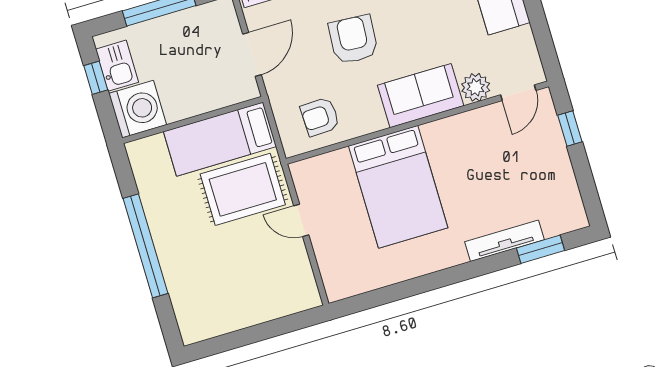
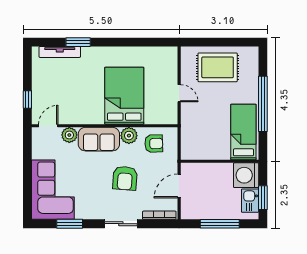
window: (96, 78) -> (263, 198), width x1.50
plant: (369, 118) -> (129, 136), added
bed: (220, 139) -> (243, 132), moved, turned -90
rug: (243, 189) -> (218, 67), moved
tv unit: (504, 241) -> (60, 52), moved
window: (541, 249) -> (78, 42), moved

